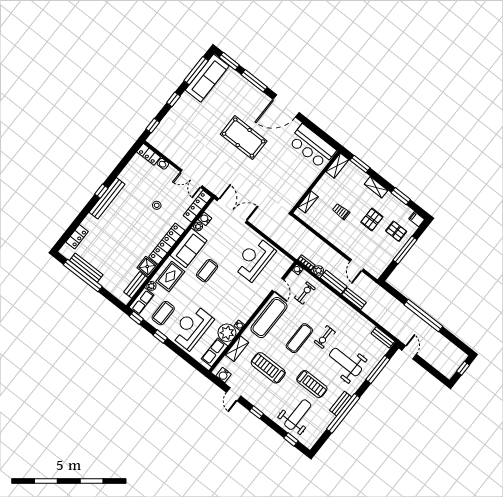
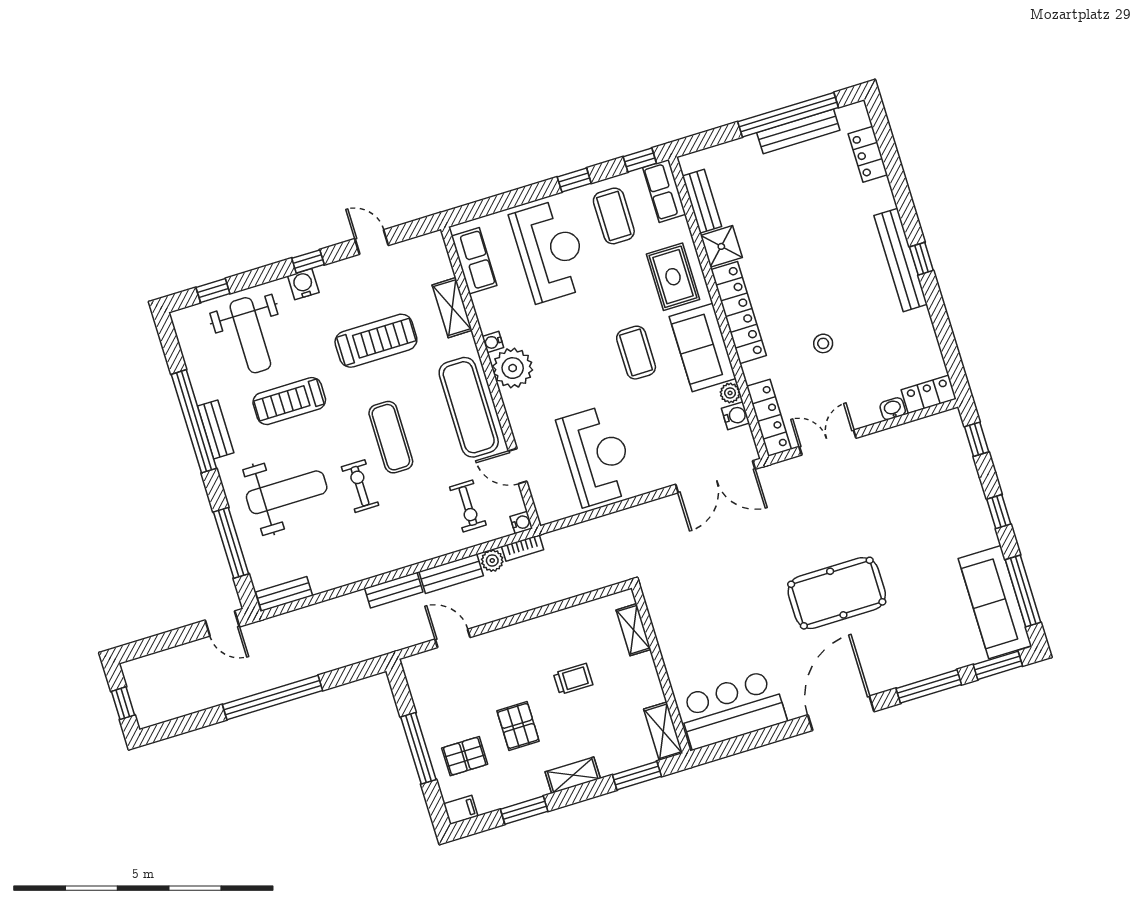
plant: (151, 286) -> (680, 229), removed
plant: (227, 333) -> (513, 368), moved
water cooler: (224, 375) -> (303, 284), moved

